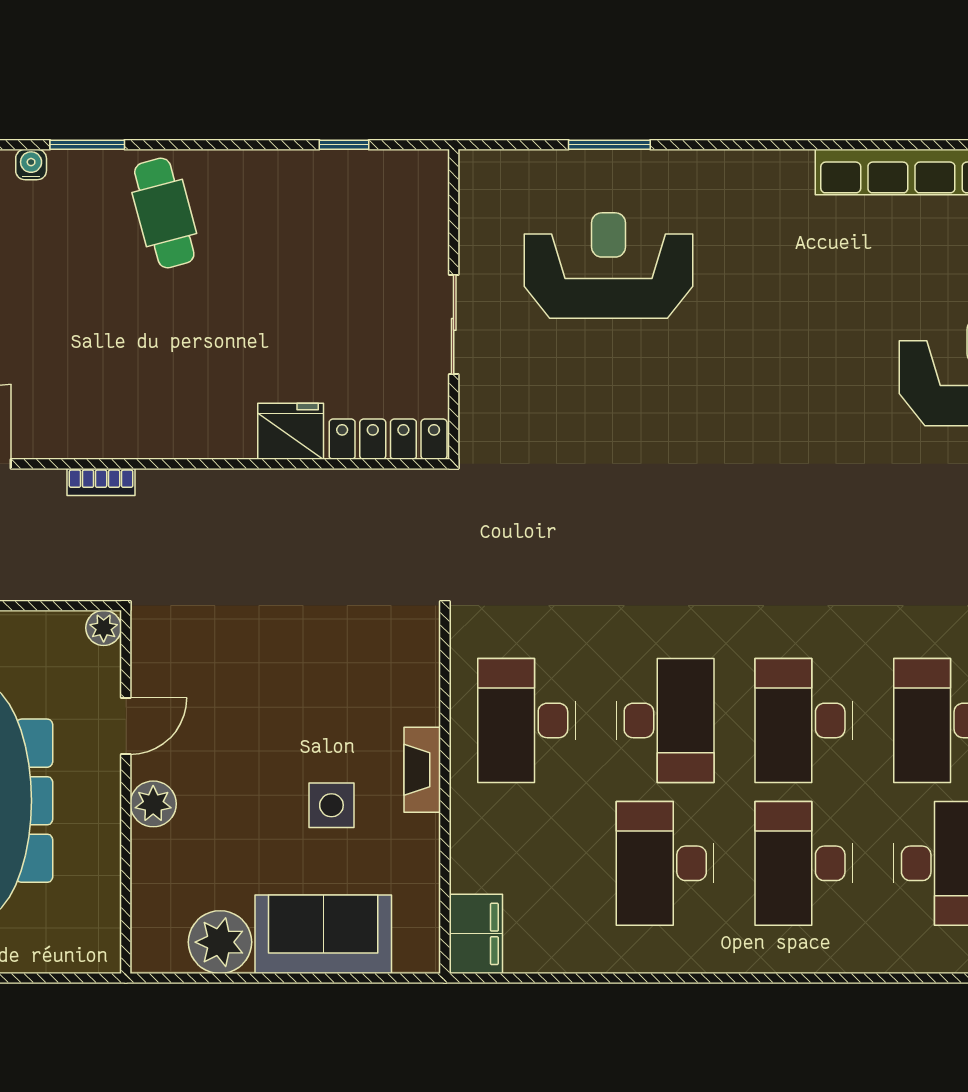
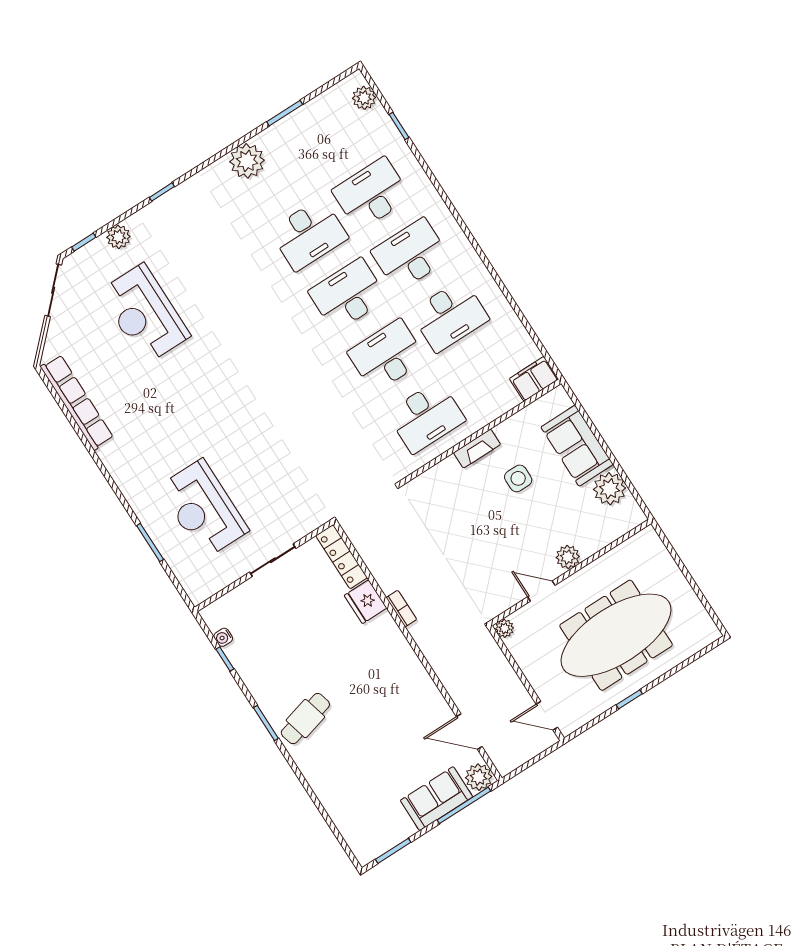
window: (87, 145) -> (266, 723), moved
water cooler: (31, 165) -> (223, 637), moved
bookcase: (101, 482) -> (401, 609), moved
desk: (804, 720) -> (348, 295), turned 180
desk: (804, 863) -> (411, 255), turned 180

